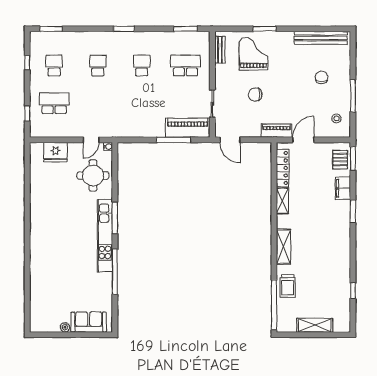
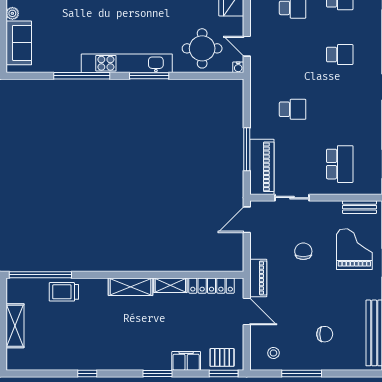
grand piano: (253, 54) -> (354, 249), turned -90
school desk: (142, 65) -> (293, 109), moved
shelving: (284, 247) -> (130, 287), moved
window: (353, 291) -> (87, 373), moved

